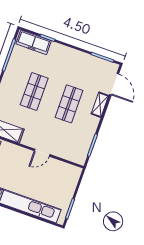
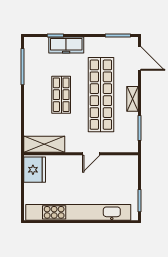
freezer: (34, 42) -> (66, 45), moved
shop shelf: (69, 104) -> (101, 95), width x2.00, depth x1.36
shelving: (100, 105) -> (133, 99), moved

